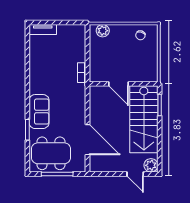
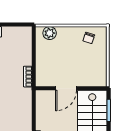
door: (119, 84) -> (66, 88), hinge flipped

